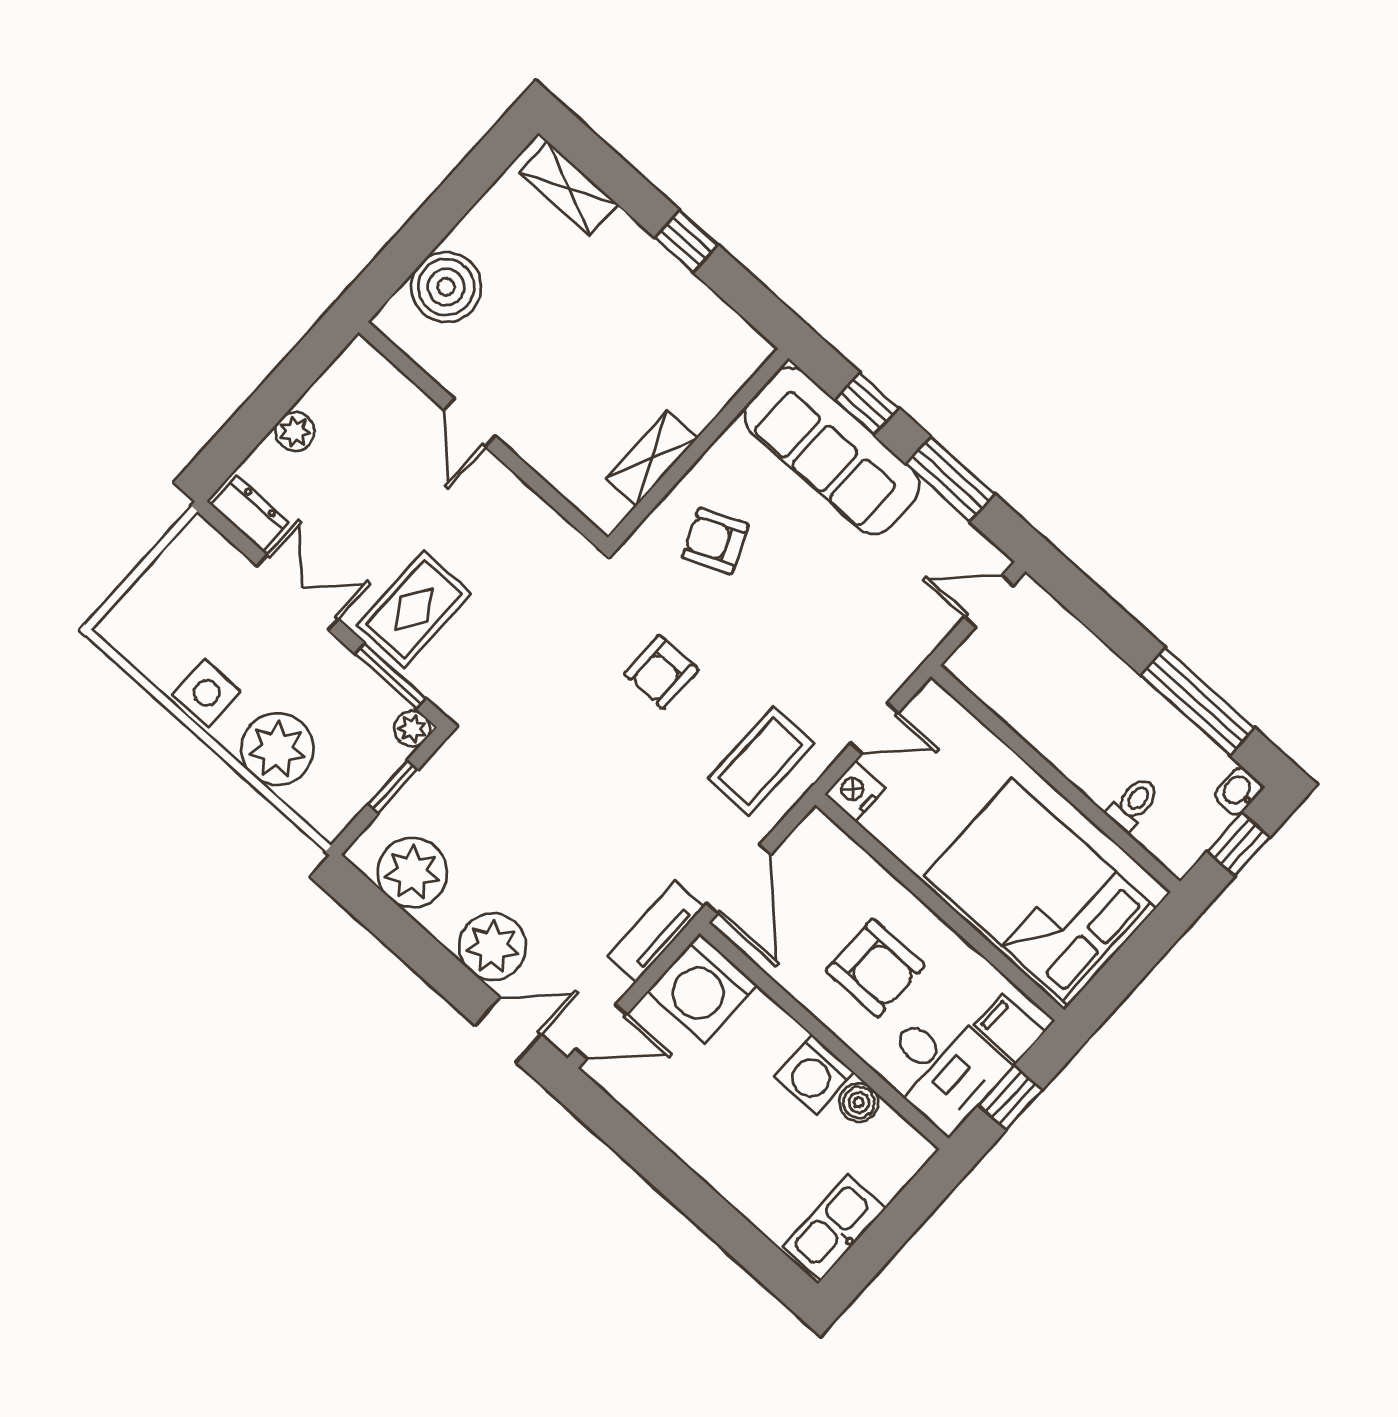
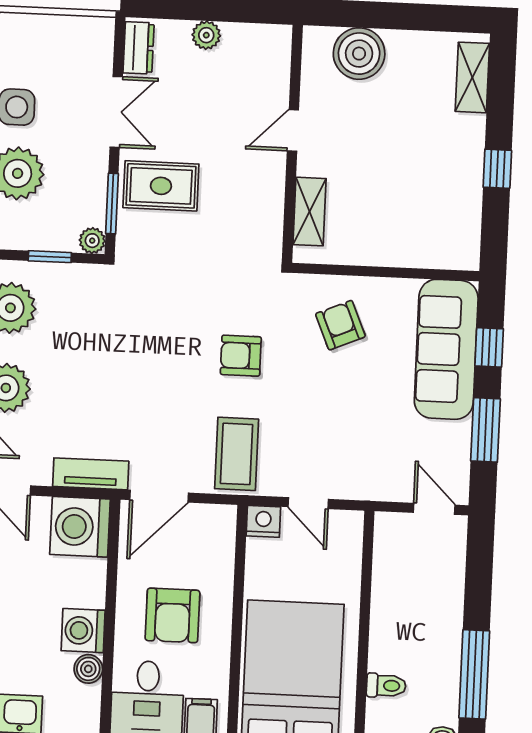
shelving: (652, 458) -> (309, 212), moved, turned 90
coffee table: (761, 761) -> (237, 454), turned 90

